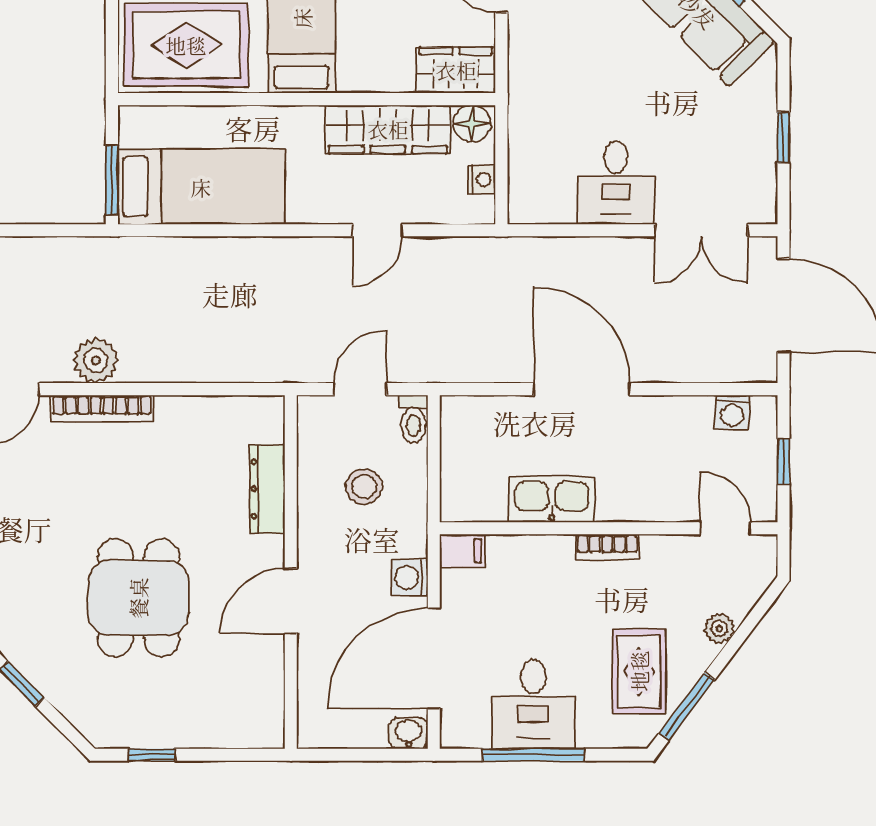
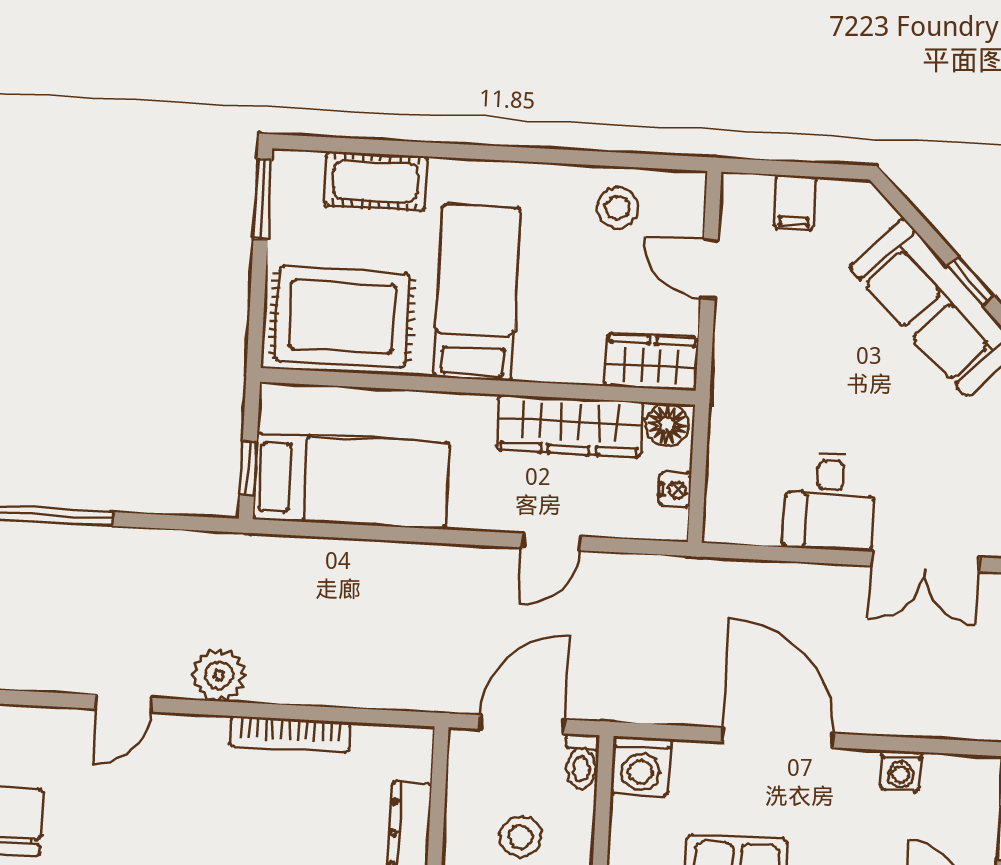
window: (112, 180) -> (248, 468), width x0.67
door: (360, 389) -> (522, 724), width x1.38
bookcase: (102, 408) -> (290, 734), moved
washing machine: (732, 412) -> (901, 771), moved
washing machine: (465, 420) -> (641, 766), added

